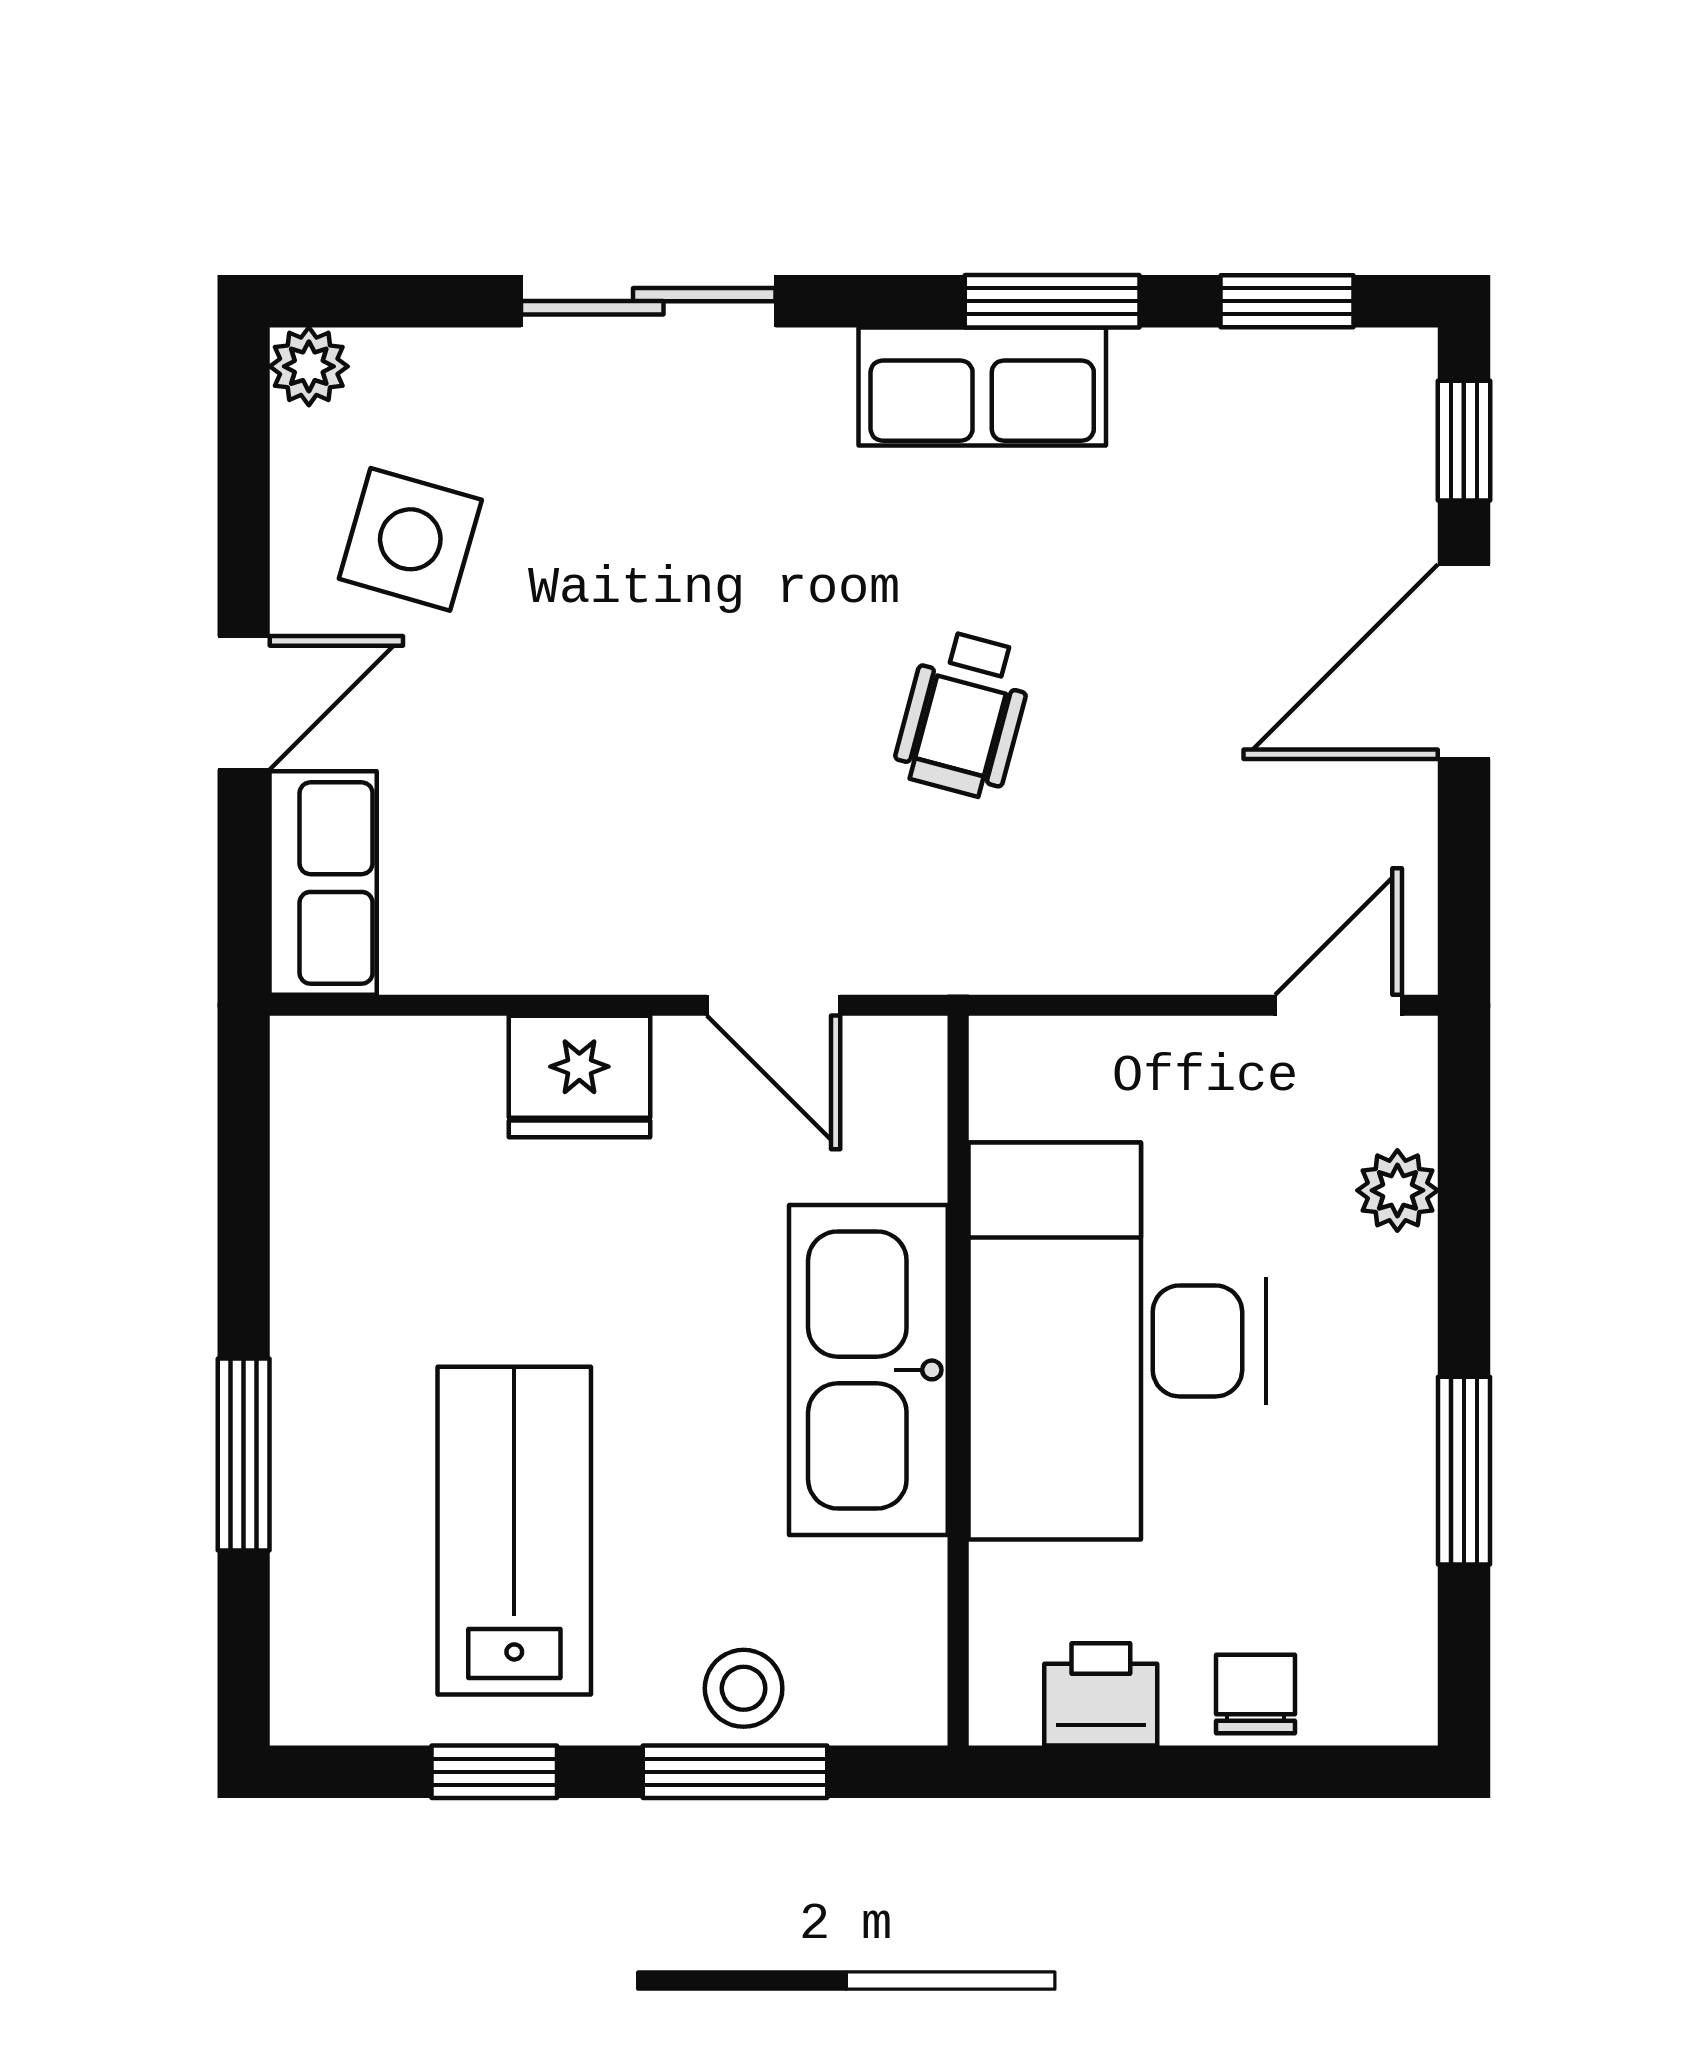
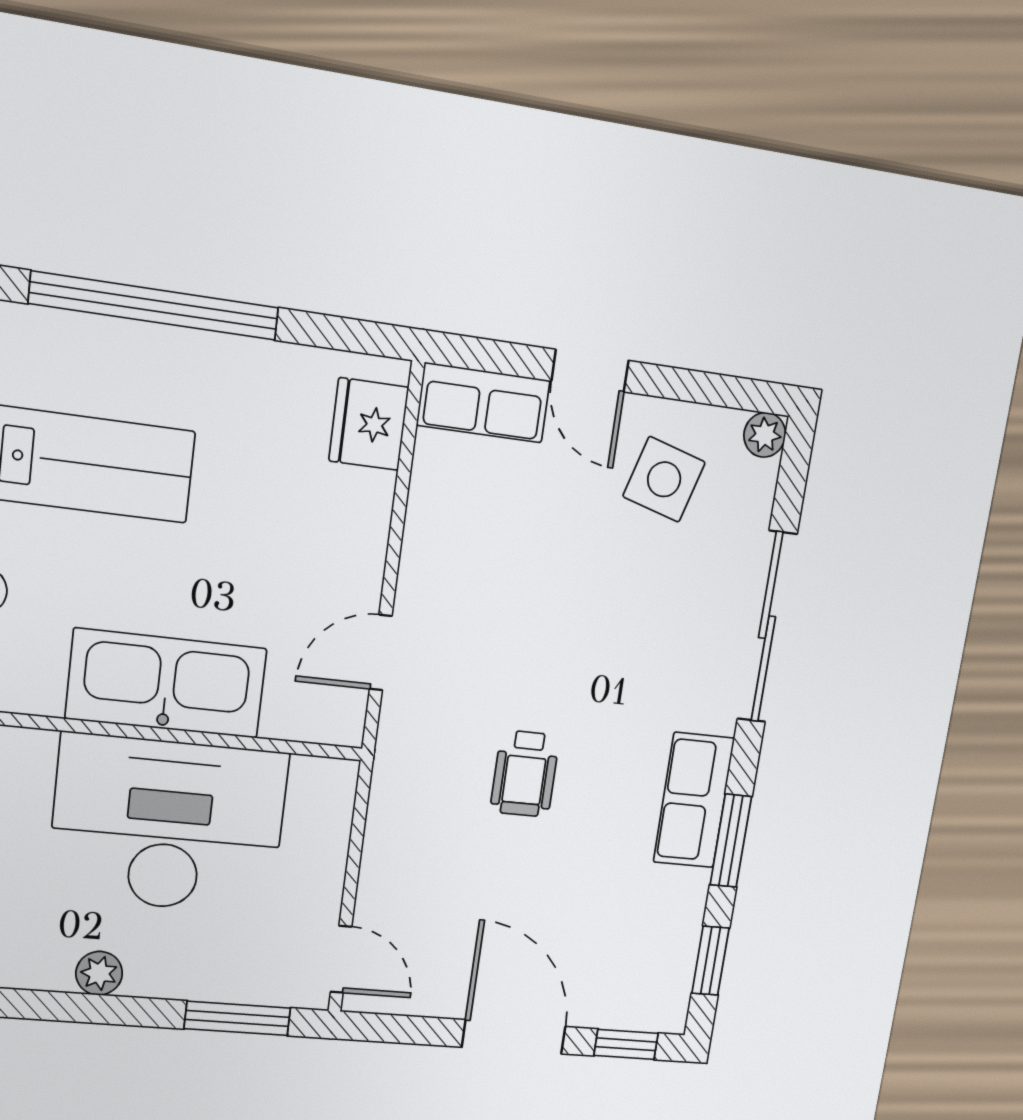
sliding door: (648, 301) -> (767, 627), width x1.37
wheelchair: (964, 714) -> (525, 774), turned -105
fridge: (579, 1076) -> (369, 424), moved
plant: (1397, 1190) -> (99, 973), moved
window: (244, 1455) -> (155, 306), width x2.11
window: (1464, 1471) -> (237, 1018), moved

